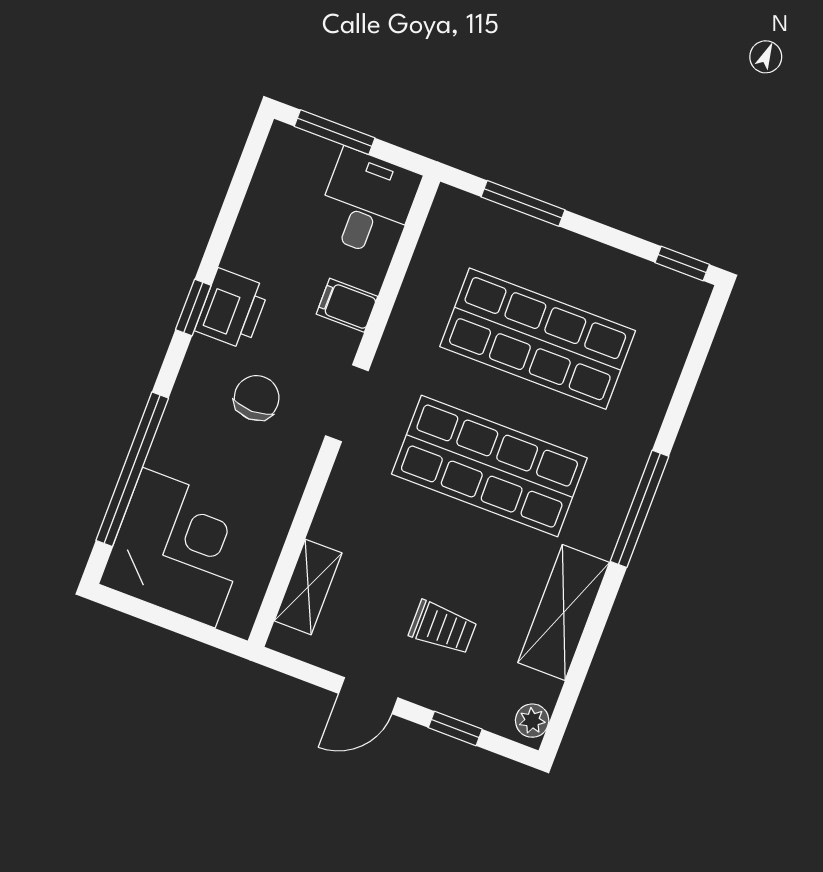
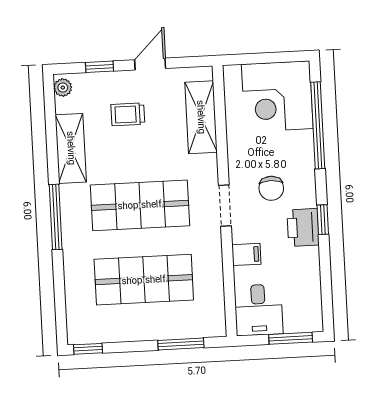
shelving: (308, 587) -> (201, 117), width x1.50, depth x1.33

